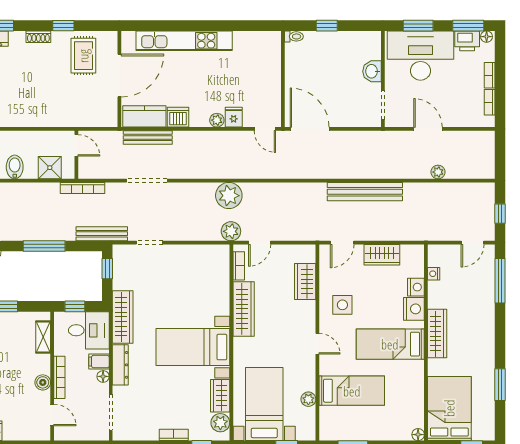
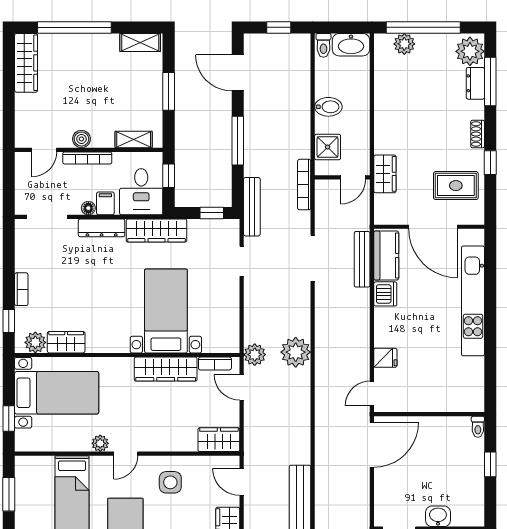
wardrobe: (73, 118) -> (385, 174), added
plant: (217, 120) -> (382, 338), removed
wardrobe: (305, 281) -> (219, 440), moved
bed with nightstands: (193, 347) -> (166, 311), moved
plant: (308, 399) -> (100, 443), moved

